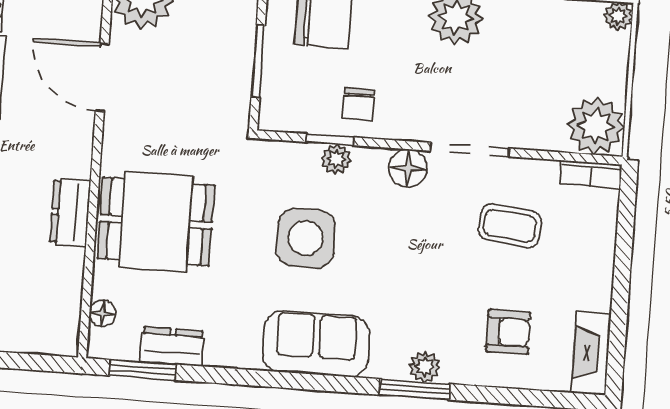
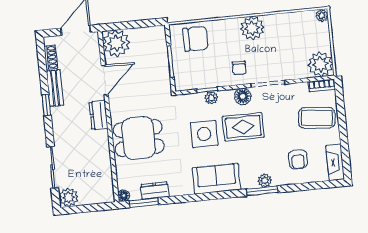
door: (102, 77) -> (105, 80), swing flipped
chair: (358, 104) -> (239, 68), moved
dresser: (70, 213) -> (98, 115), moved
coffee table: (510, 226) -> (317, 118), moved, width x1.36, depth x1.30
rug: (397, 237) -> (243, 127), added
floor lamp: (102, 313) -> (124, 196), moved
armchair: (508, 332) -> (298, 159), turned 90

